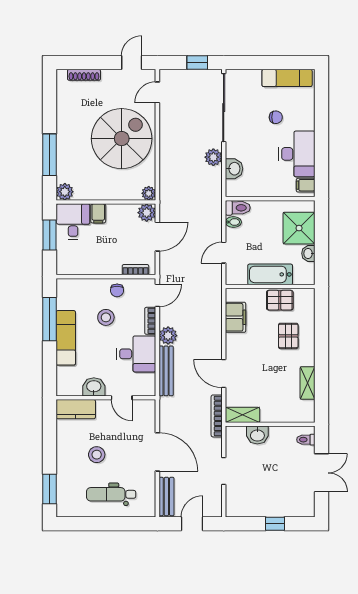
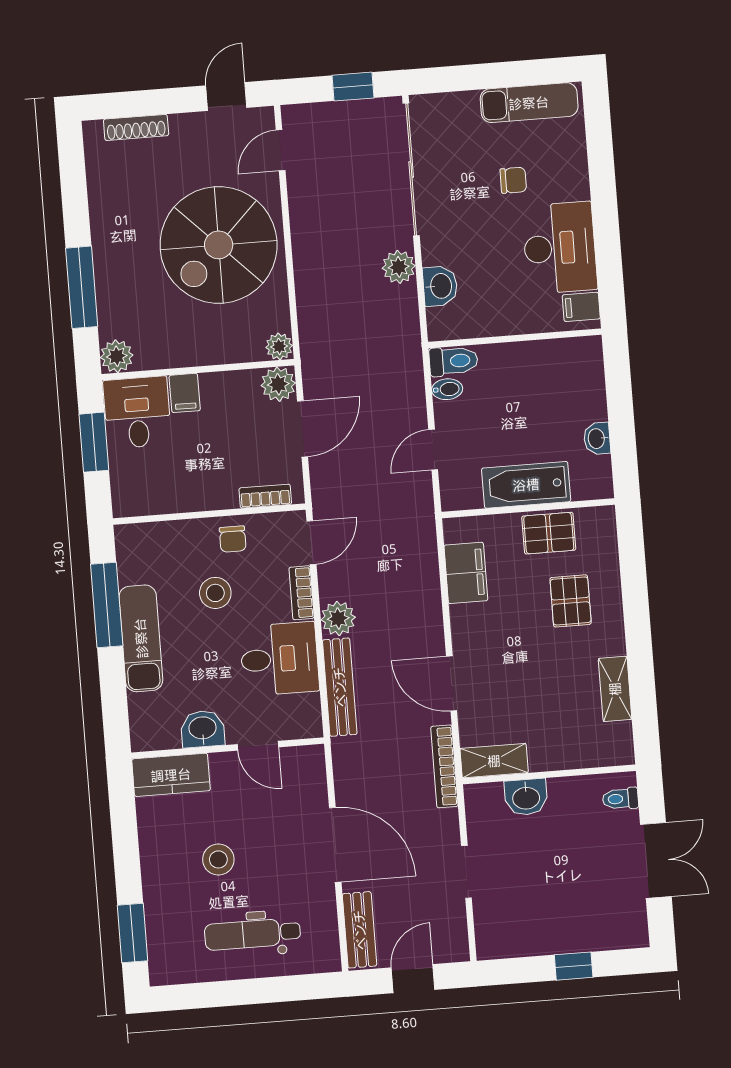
spiral stairs: (122, 139) -> (219, 245), turned 180
shower: (299, 228) -> (575, 391), removed

